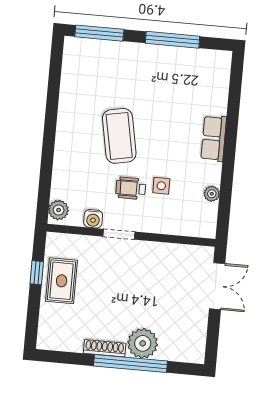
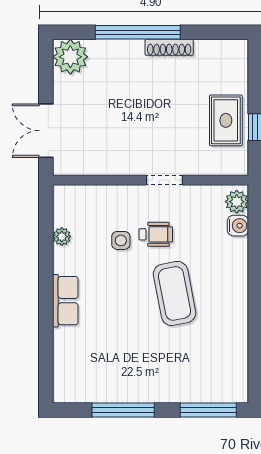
water cooler: (93, 219) -> (238, 226), moved, turned 90
plant: (143, 343) -> (70, 57), moved

